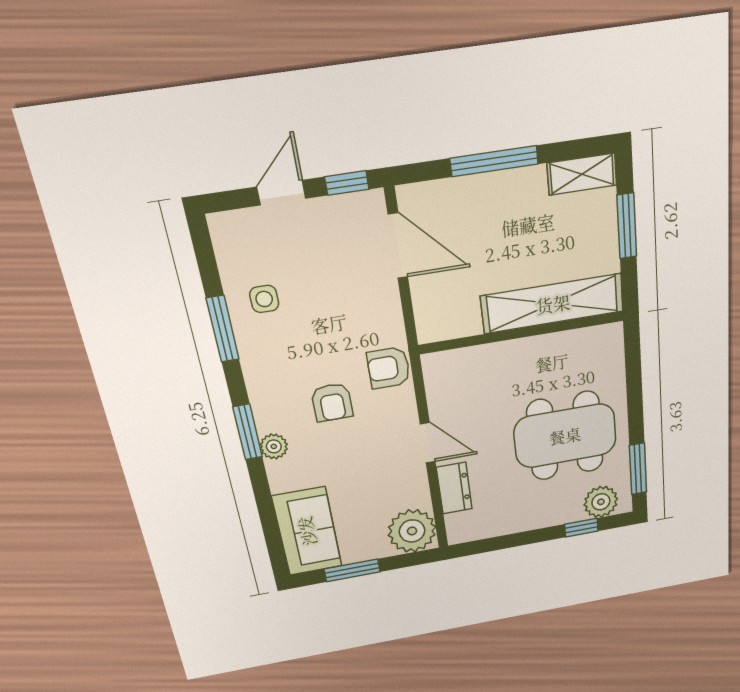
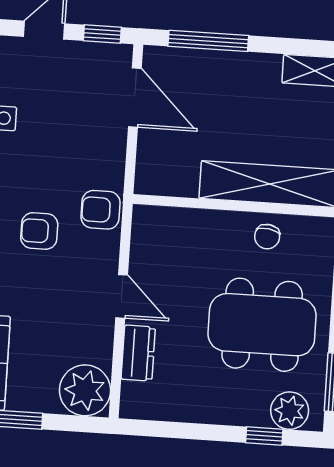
window: (494, 161) -> (208, 41), moved
chair: (558, 355) -> (267, 237), added
armchair: (332, 402) -> (39, 231), turned 90

